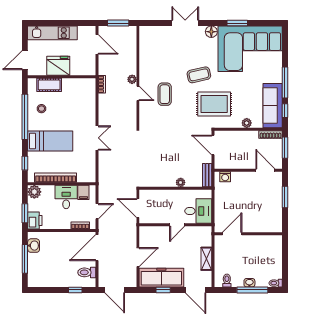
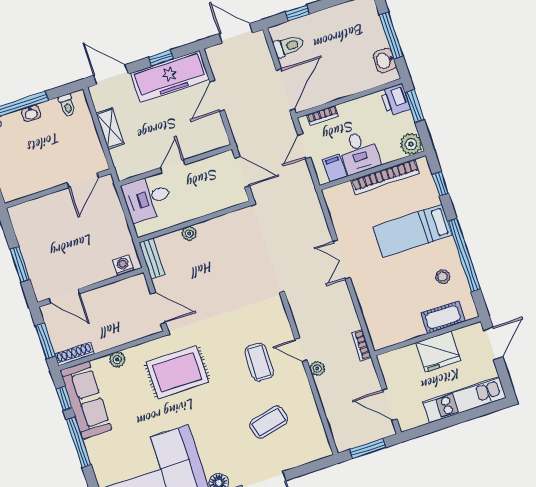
coffee table: (199, 75) -> (269, 422), moved

